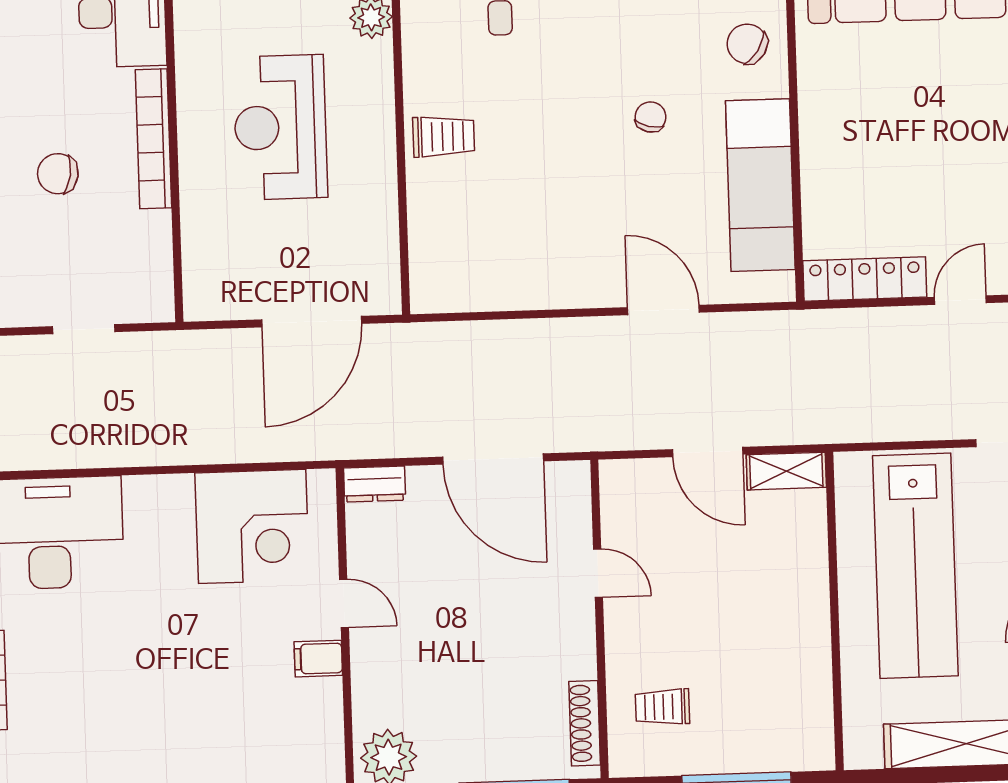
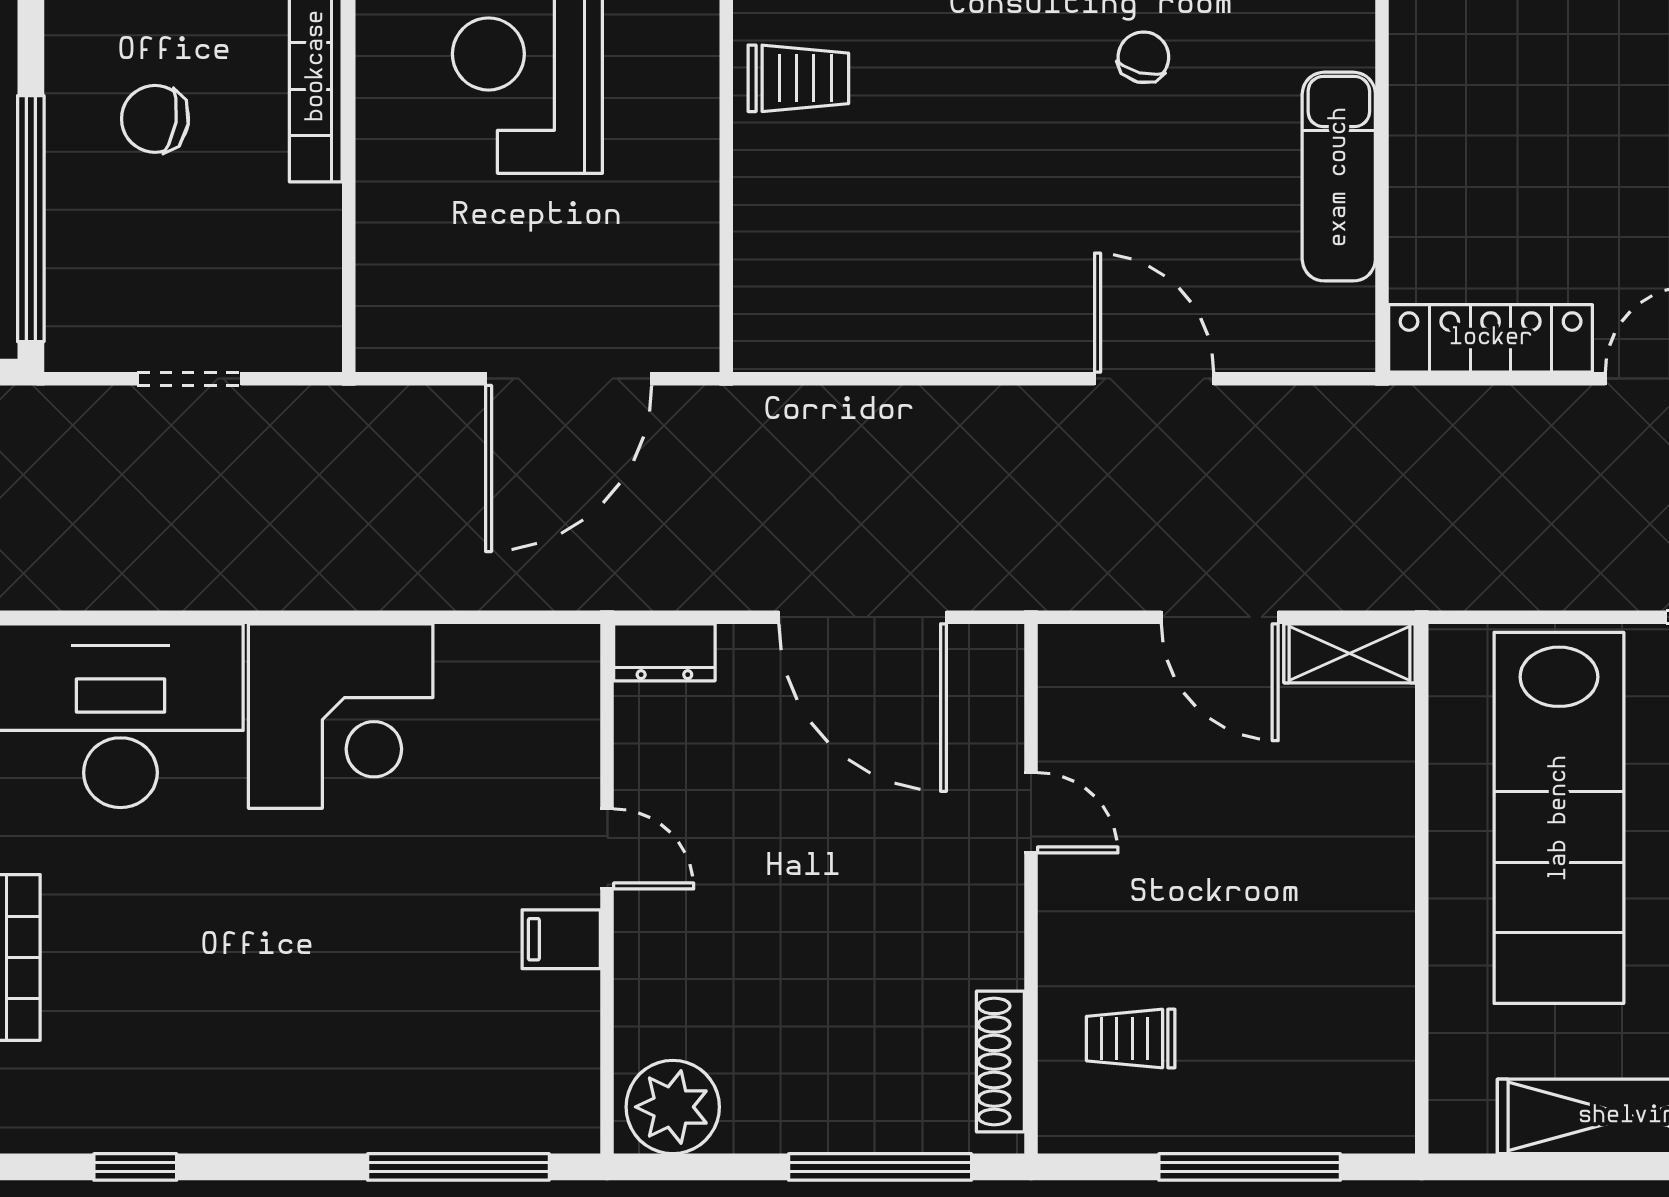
exam couch: (760, 185) -> (1339, 177), width x0.73, depth x0.69
corner desk: (252, 526) -> (341, 716), moved

